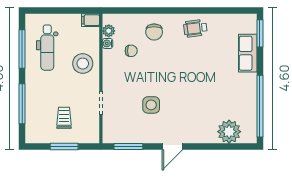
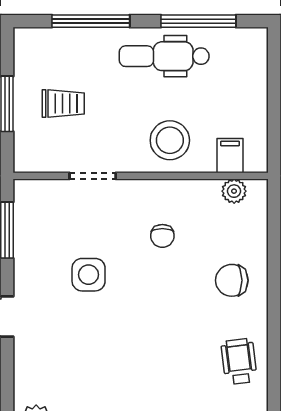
filing cabinet: (91, 20) -> (230, 156), moved
water cooler: (108, 43) -> (209, 189), removed
dental chair: (47, 48) -> (164, 56), moved
chair: (131, 51) -> (162, 236), moved

